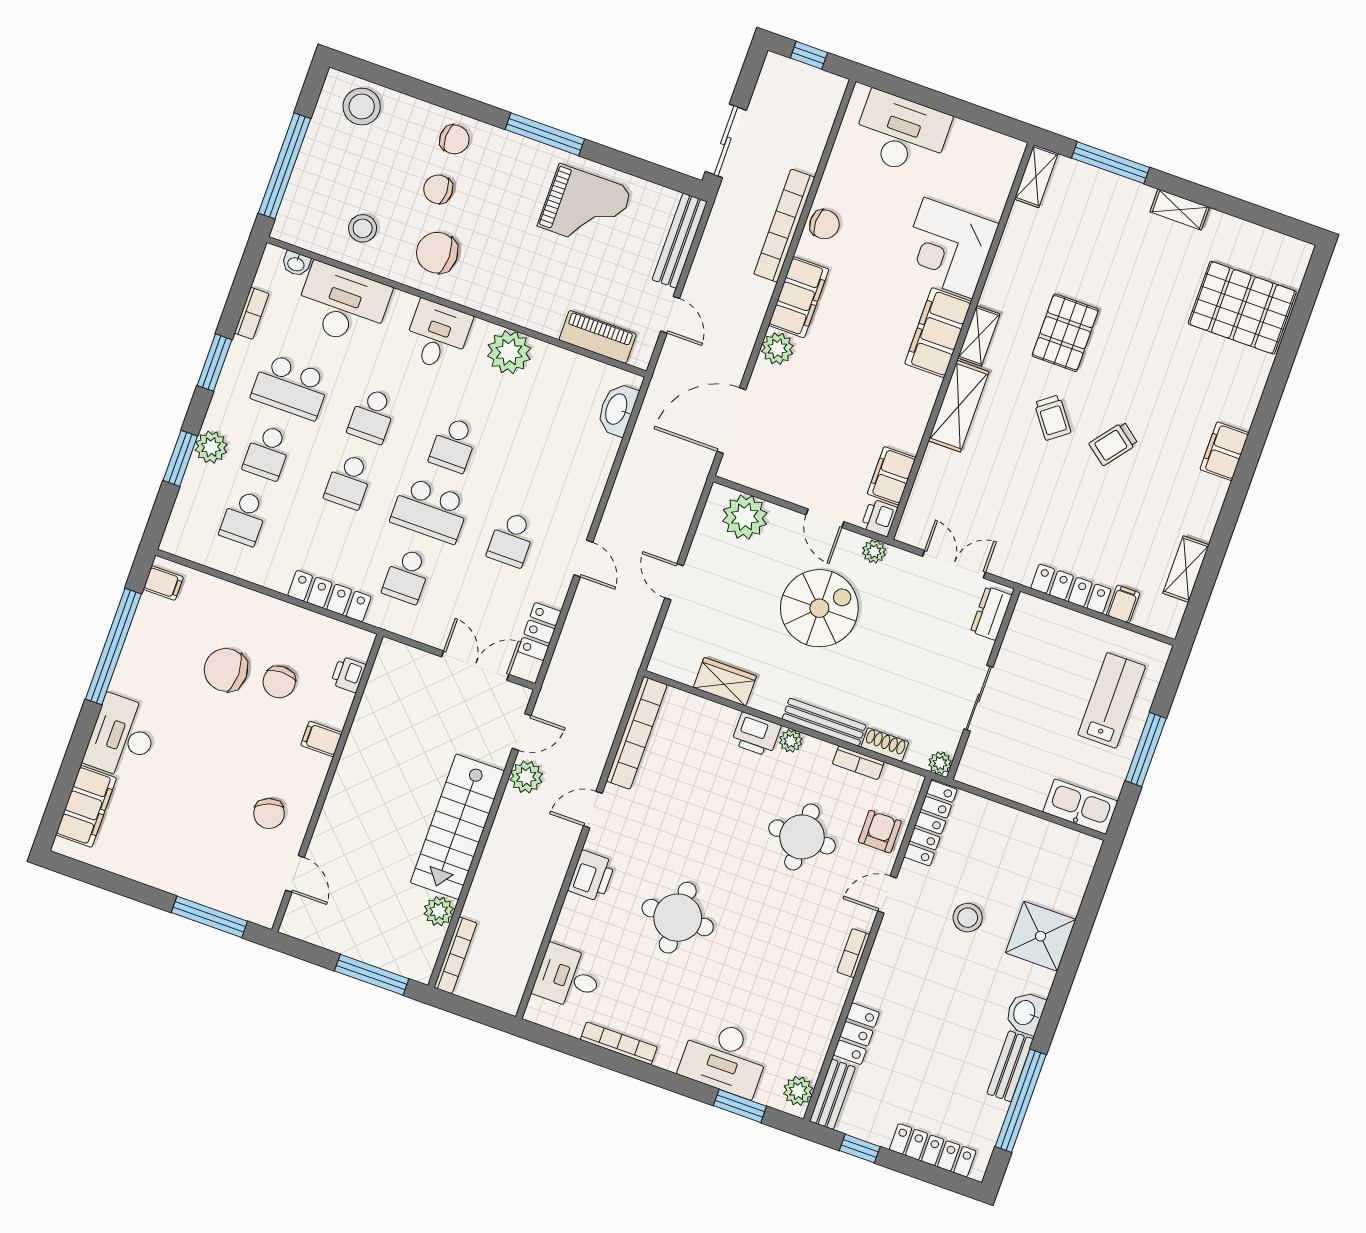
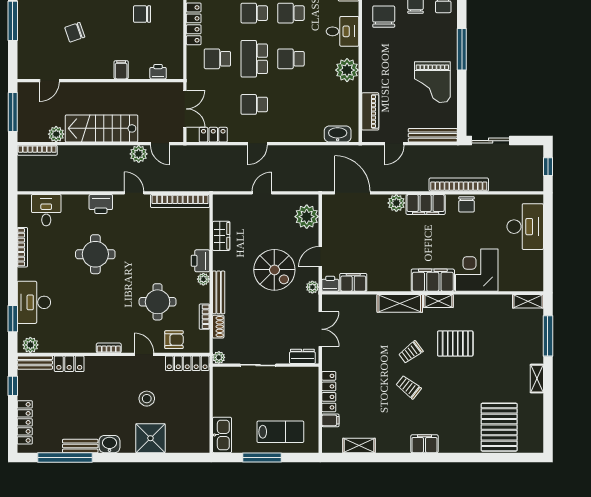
printer: (348, 674) -> (158, 72), moved
filing cabinet: (321, 739) -> (121, 70), moved
wall: (327, 783) -> (100, 81), moved
door: (295, 874) -> (49, 81), moved

